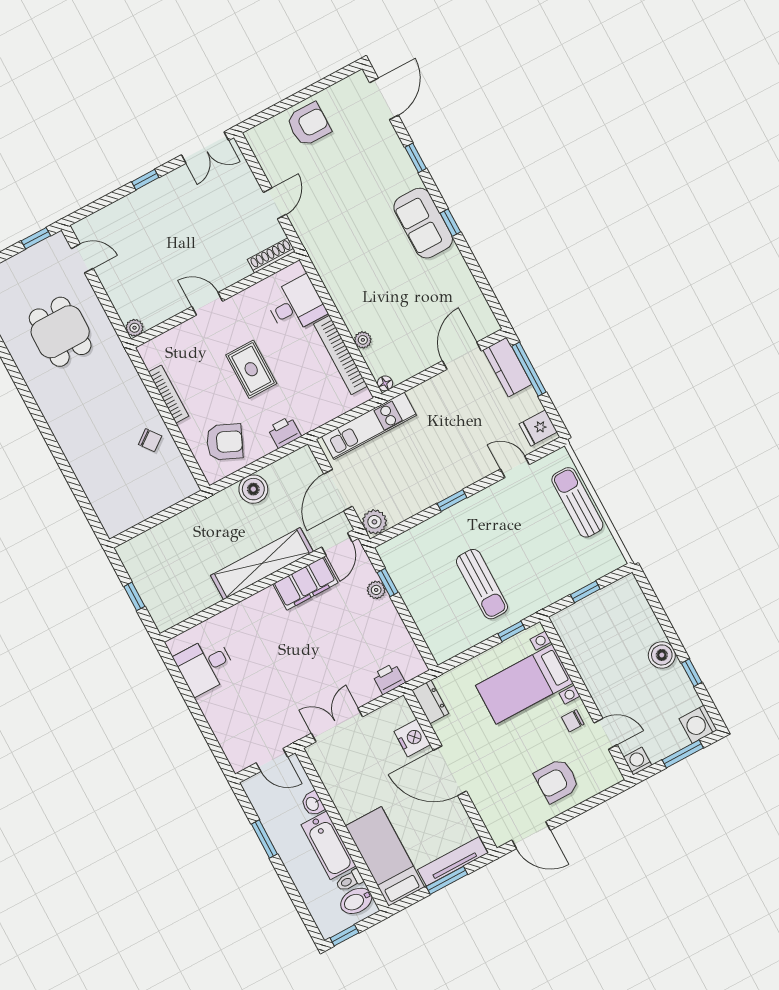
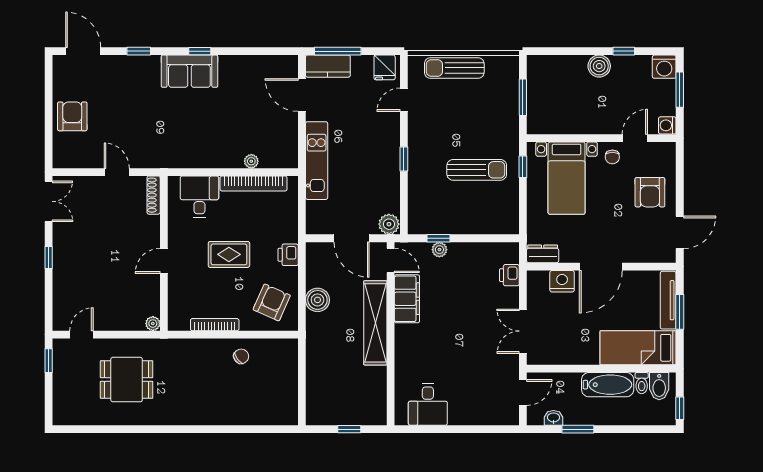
floor lamp: (385, 383) -> (292, 162), removed
kitchen unit: (369, 426) -> (317, 161), moved
window: (585, 592) -> (523, 97), width x1.50
washbasin: (313, 804) -> (553, 418), moved, turned 180

